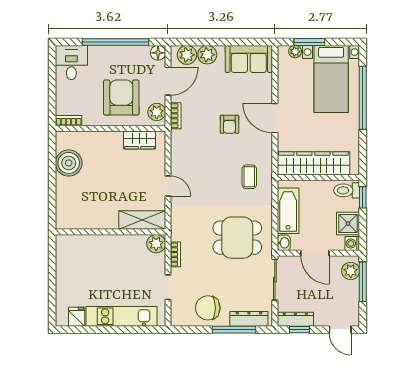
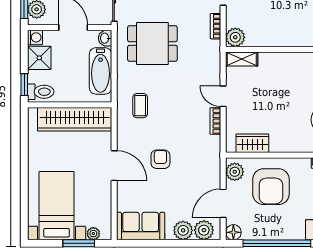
window: (363, 98) -> (24, 186), removed
bookcase: (176, 116) -> (215, 121), moved
shelving: (142, 220) -> (242, 59), width x0.67, depth x0.75

